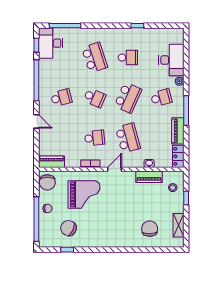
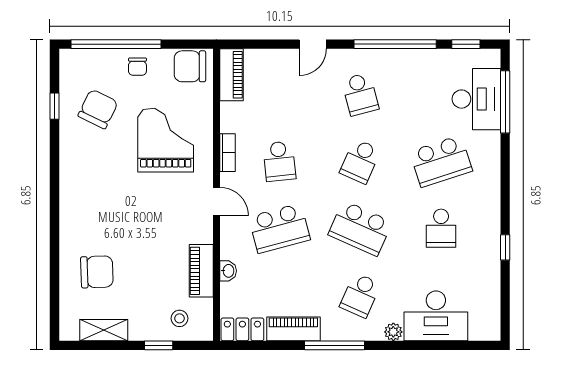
desk: (51, 43) -> (476, 99), moved, turned 90
school desk: (161, 98) -> (360, 295), turned 39
grand piano: (84, 194) -> (166, 140), turned 180

